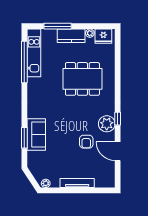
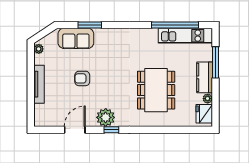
sofa: (36, 135) -> (76, 38), moved
armchair: (86, 142) -> (82, 78), moved

